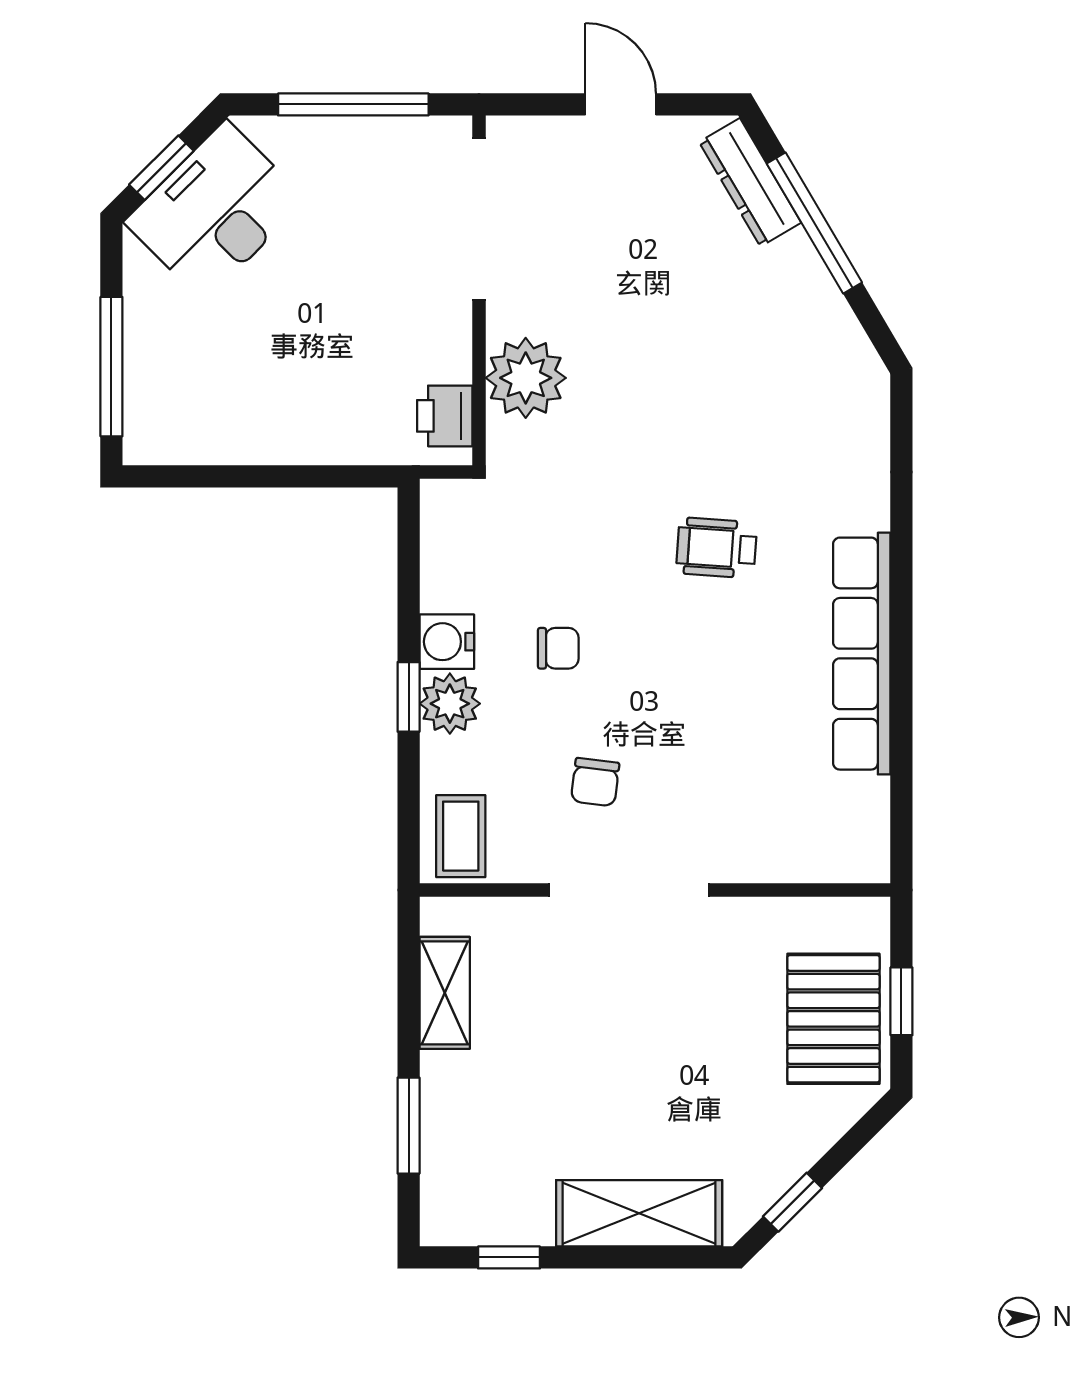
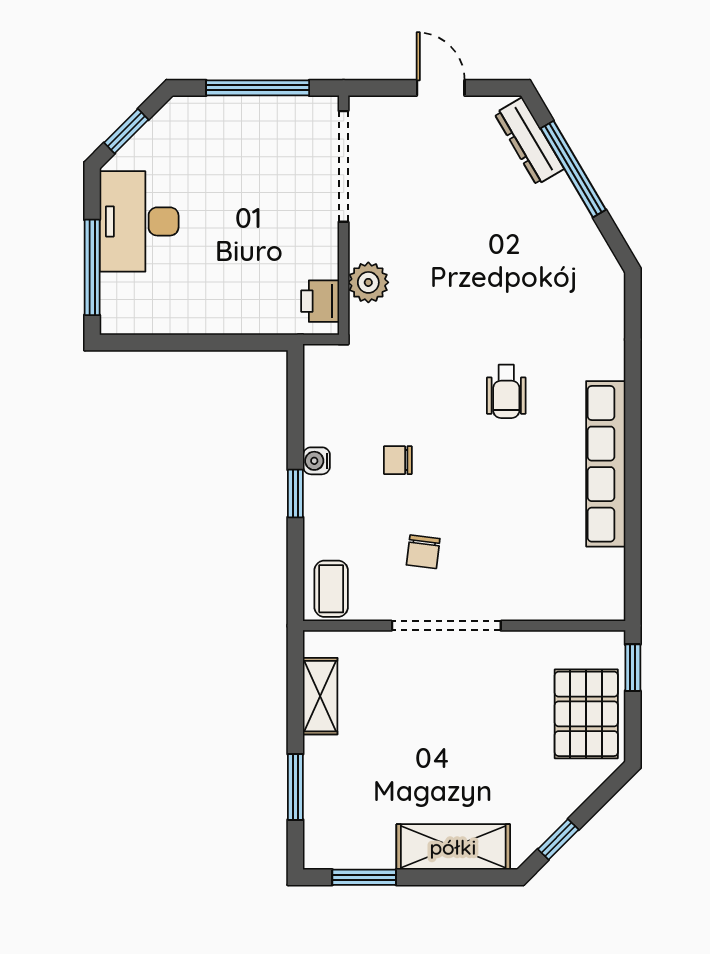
desk: (215, 211) -> (139, 221), moved, turned -45
plant: (526, 378) -> (368, 282), width x0.73, depth x0.73
wheelchair: (717, 548) -> (506, 391), turned -94
water cooler: (447, 642) -> (316, 461), width x0.72, depth x0.72
chair: (558, 648) -> (398, 460), turned 180
plant: (450, 704) -> (324, 498), removed
window: (901, 1001) -> (633, 668), moved
window: (509, 1257) -> (364, 877), width x1.50

